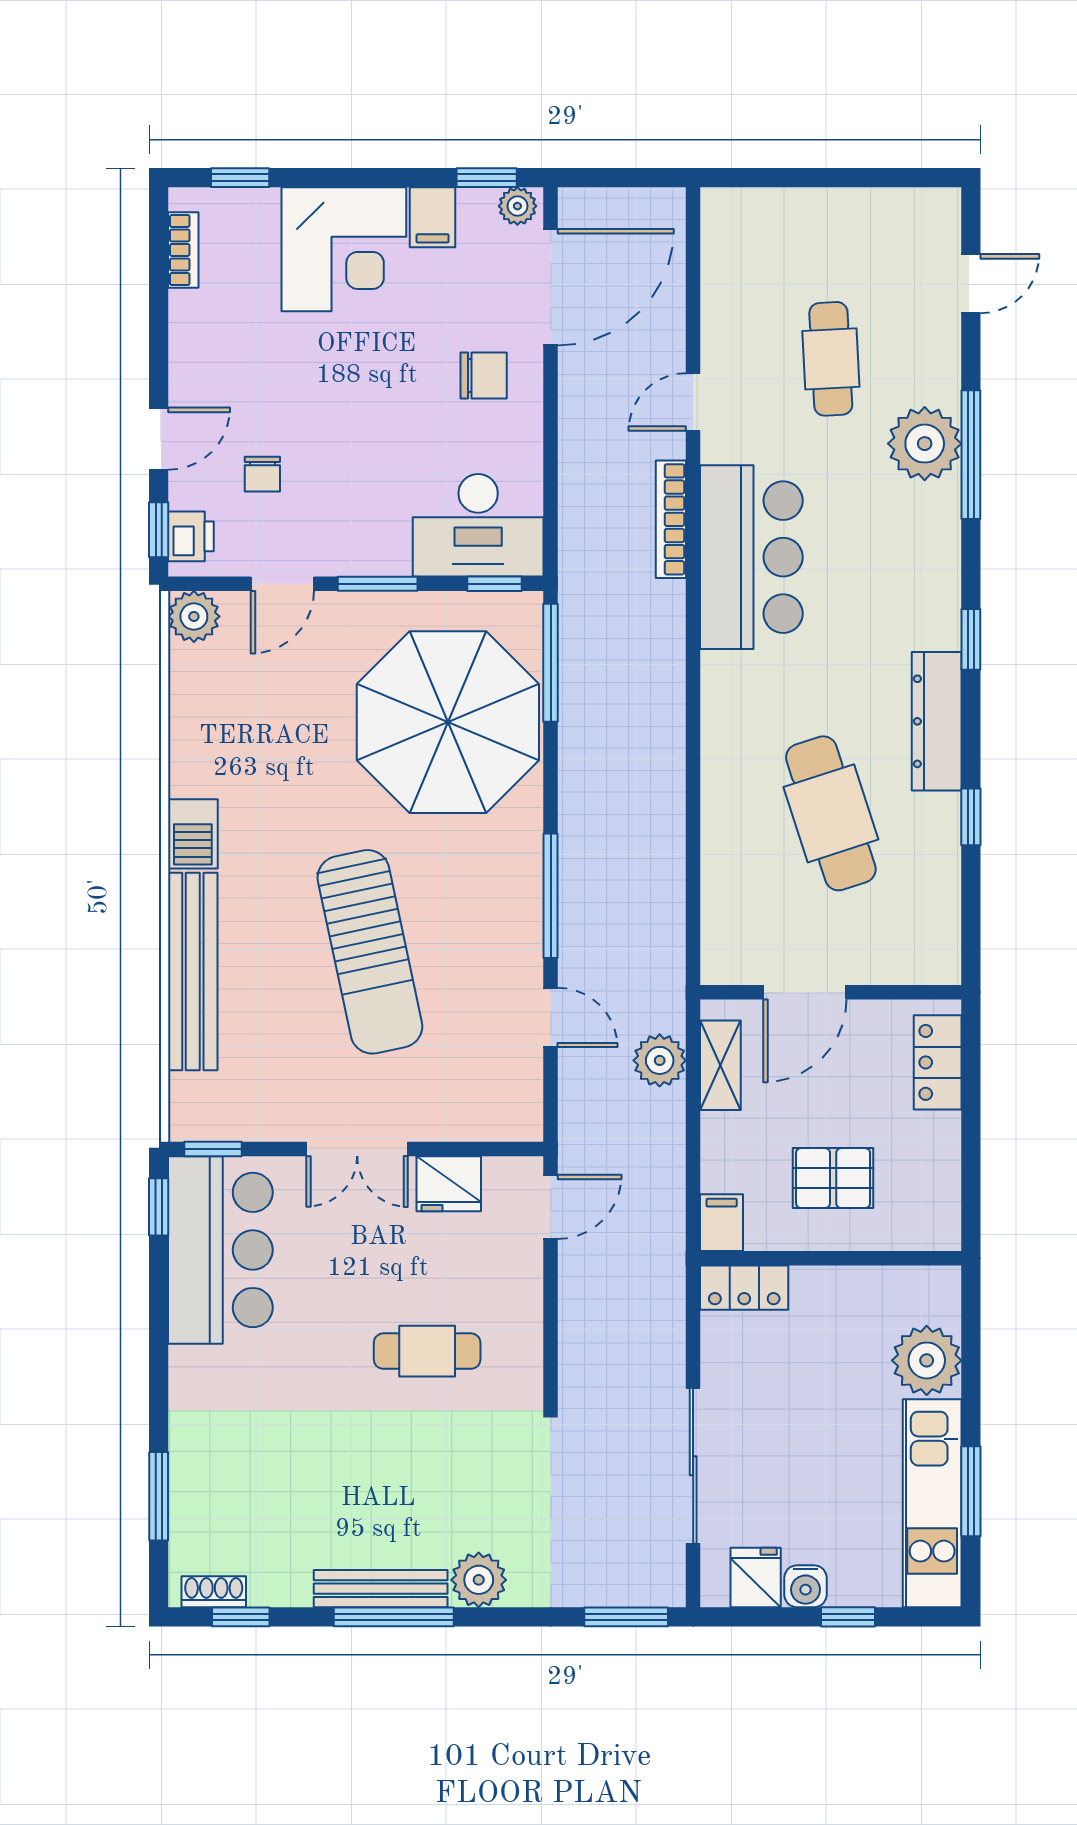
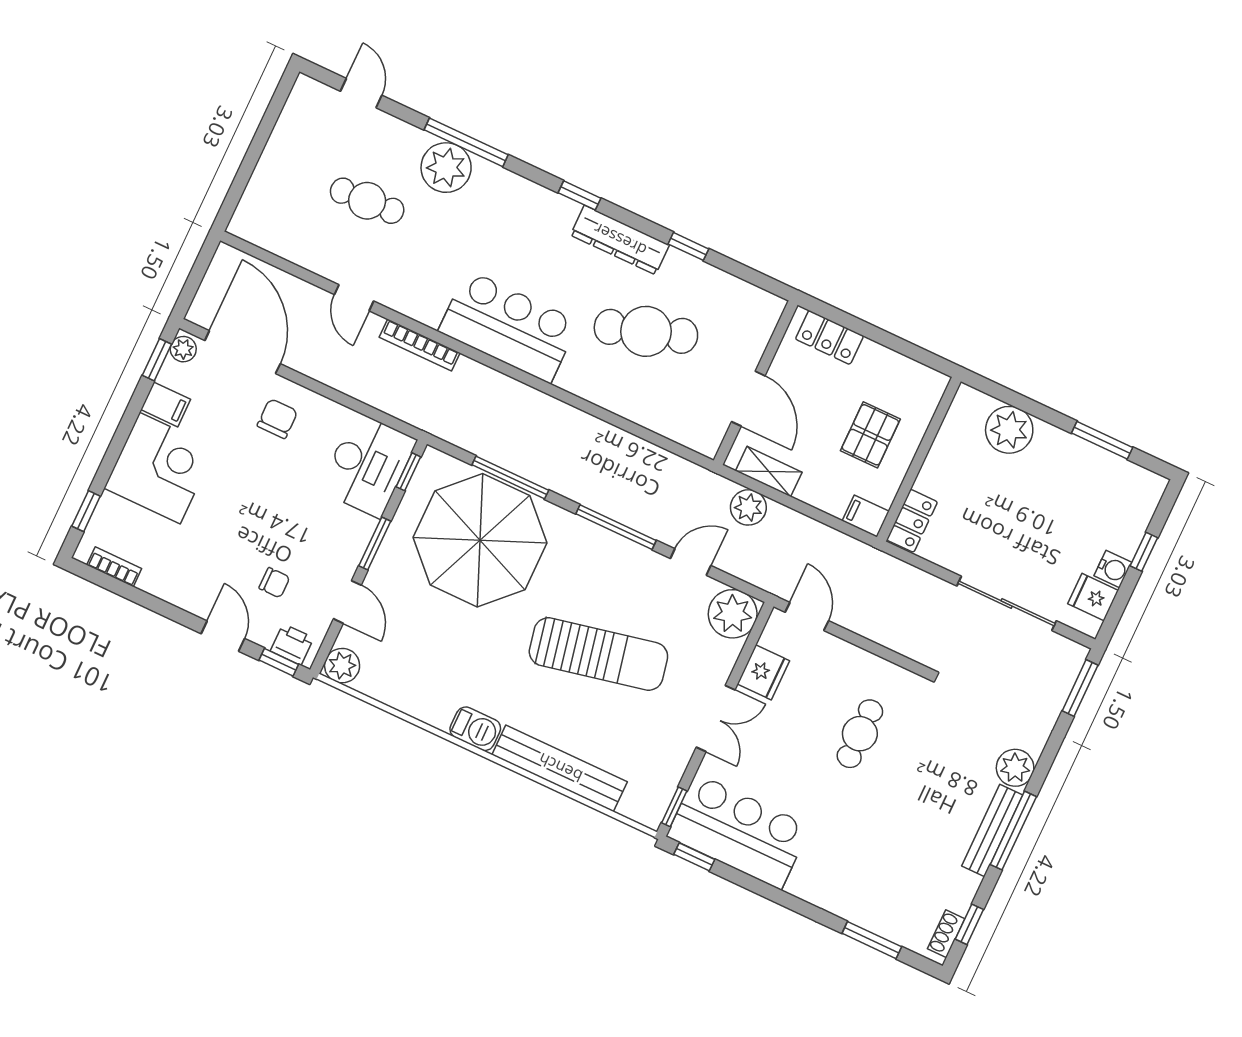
bar counter: (751, 557) -> (509, 327), moved
window: (551, 663) -> (510, 478), moved
plant: (508, 1106) -> (733, 614), added
kitchen unit: (932, 1503) -> (1098, 468), removed

